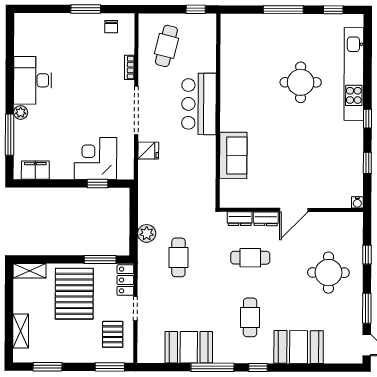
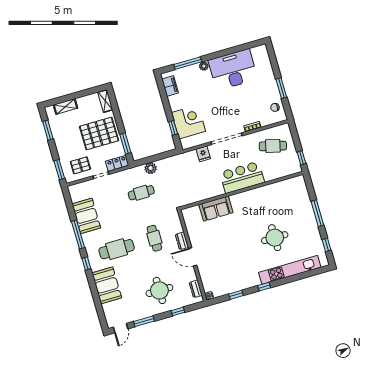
desk: (33, 80) -> (233, 70), width x1.36, depth x1.30
dresser: (240, 219) -> (196, 289), moved
cafe table: (250, 317) -> (117, 249), width x1.37, depth x1.35

